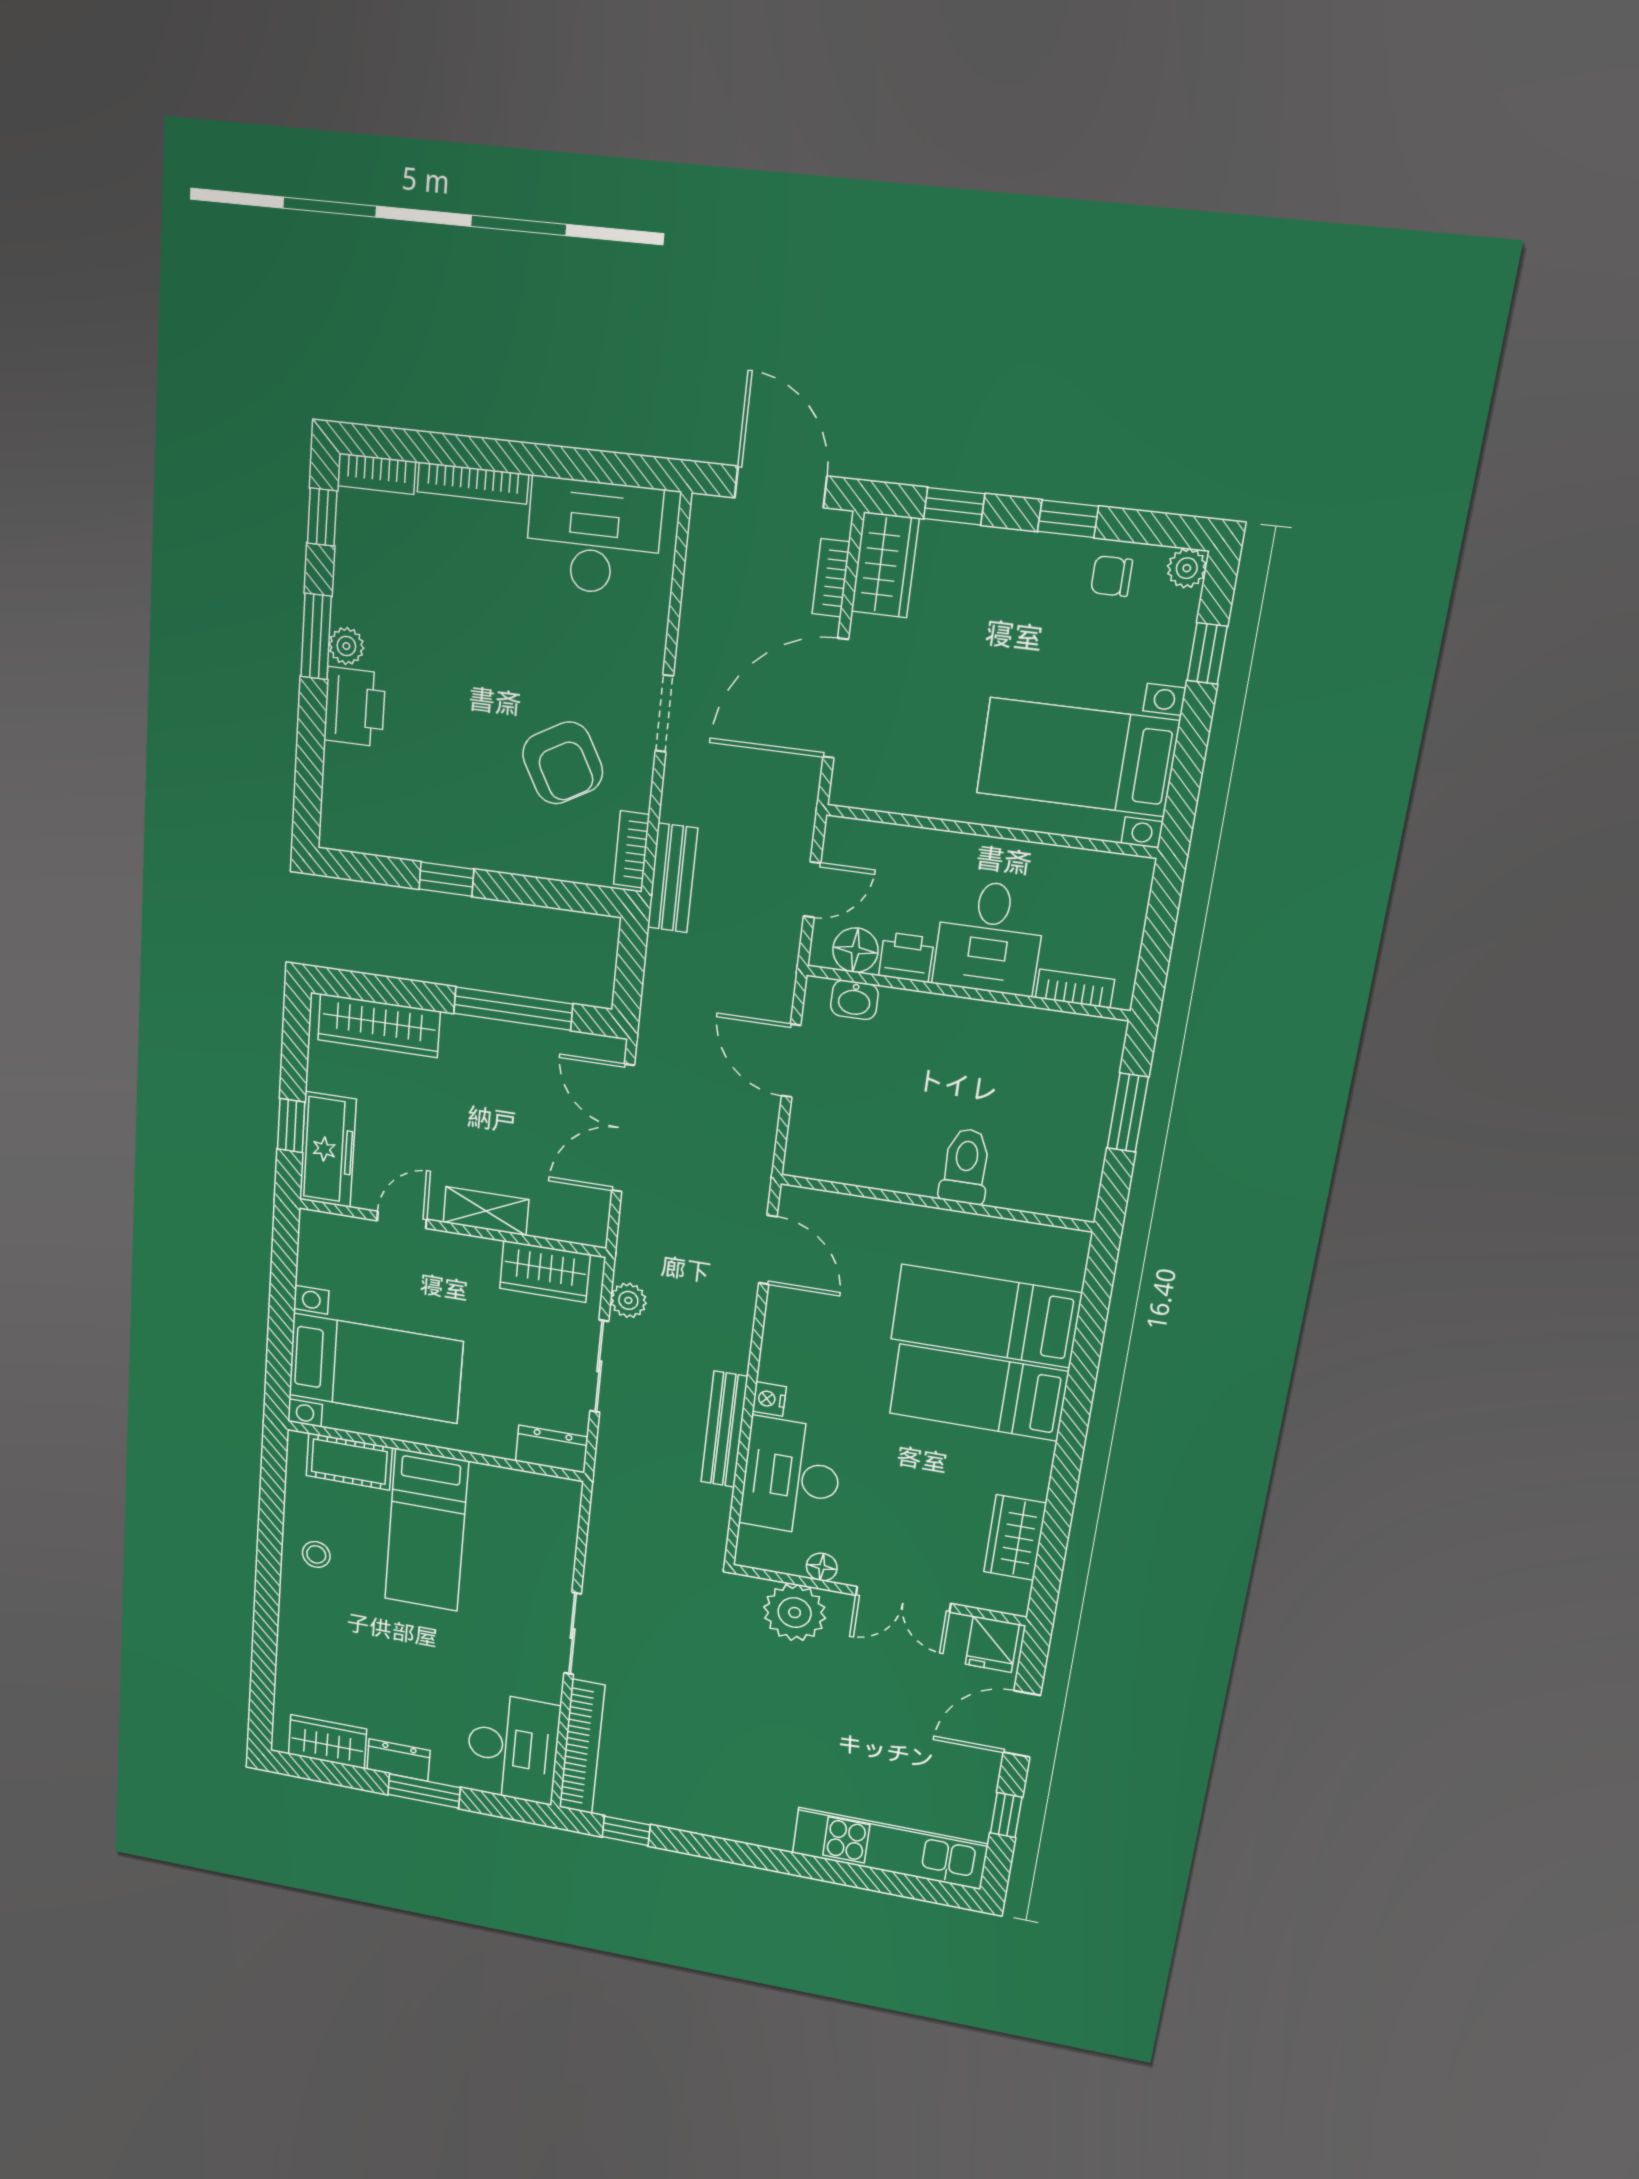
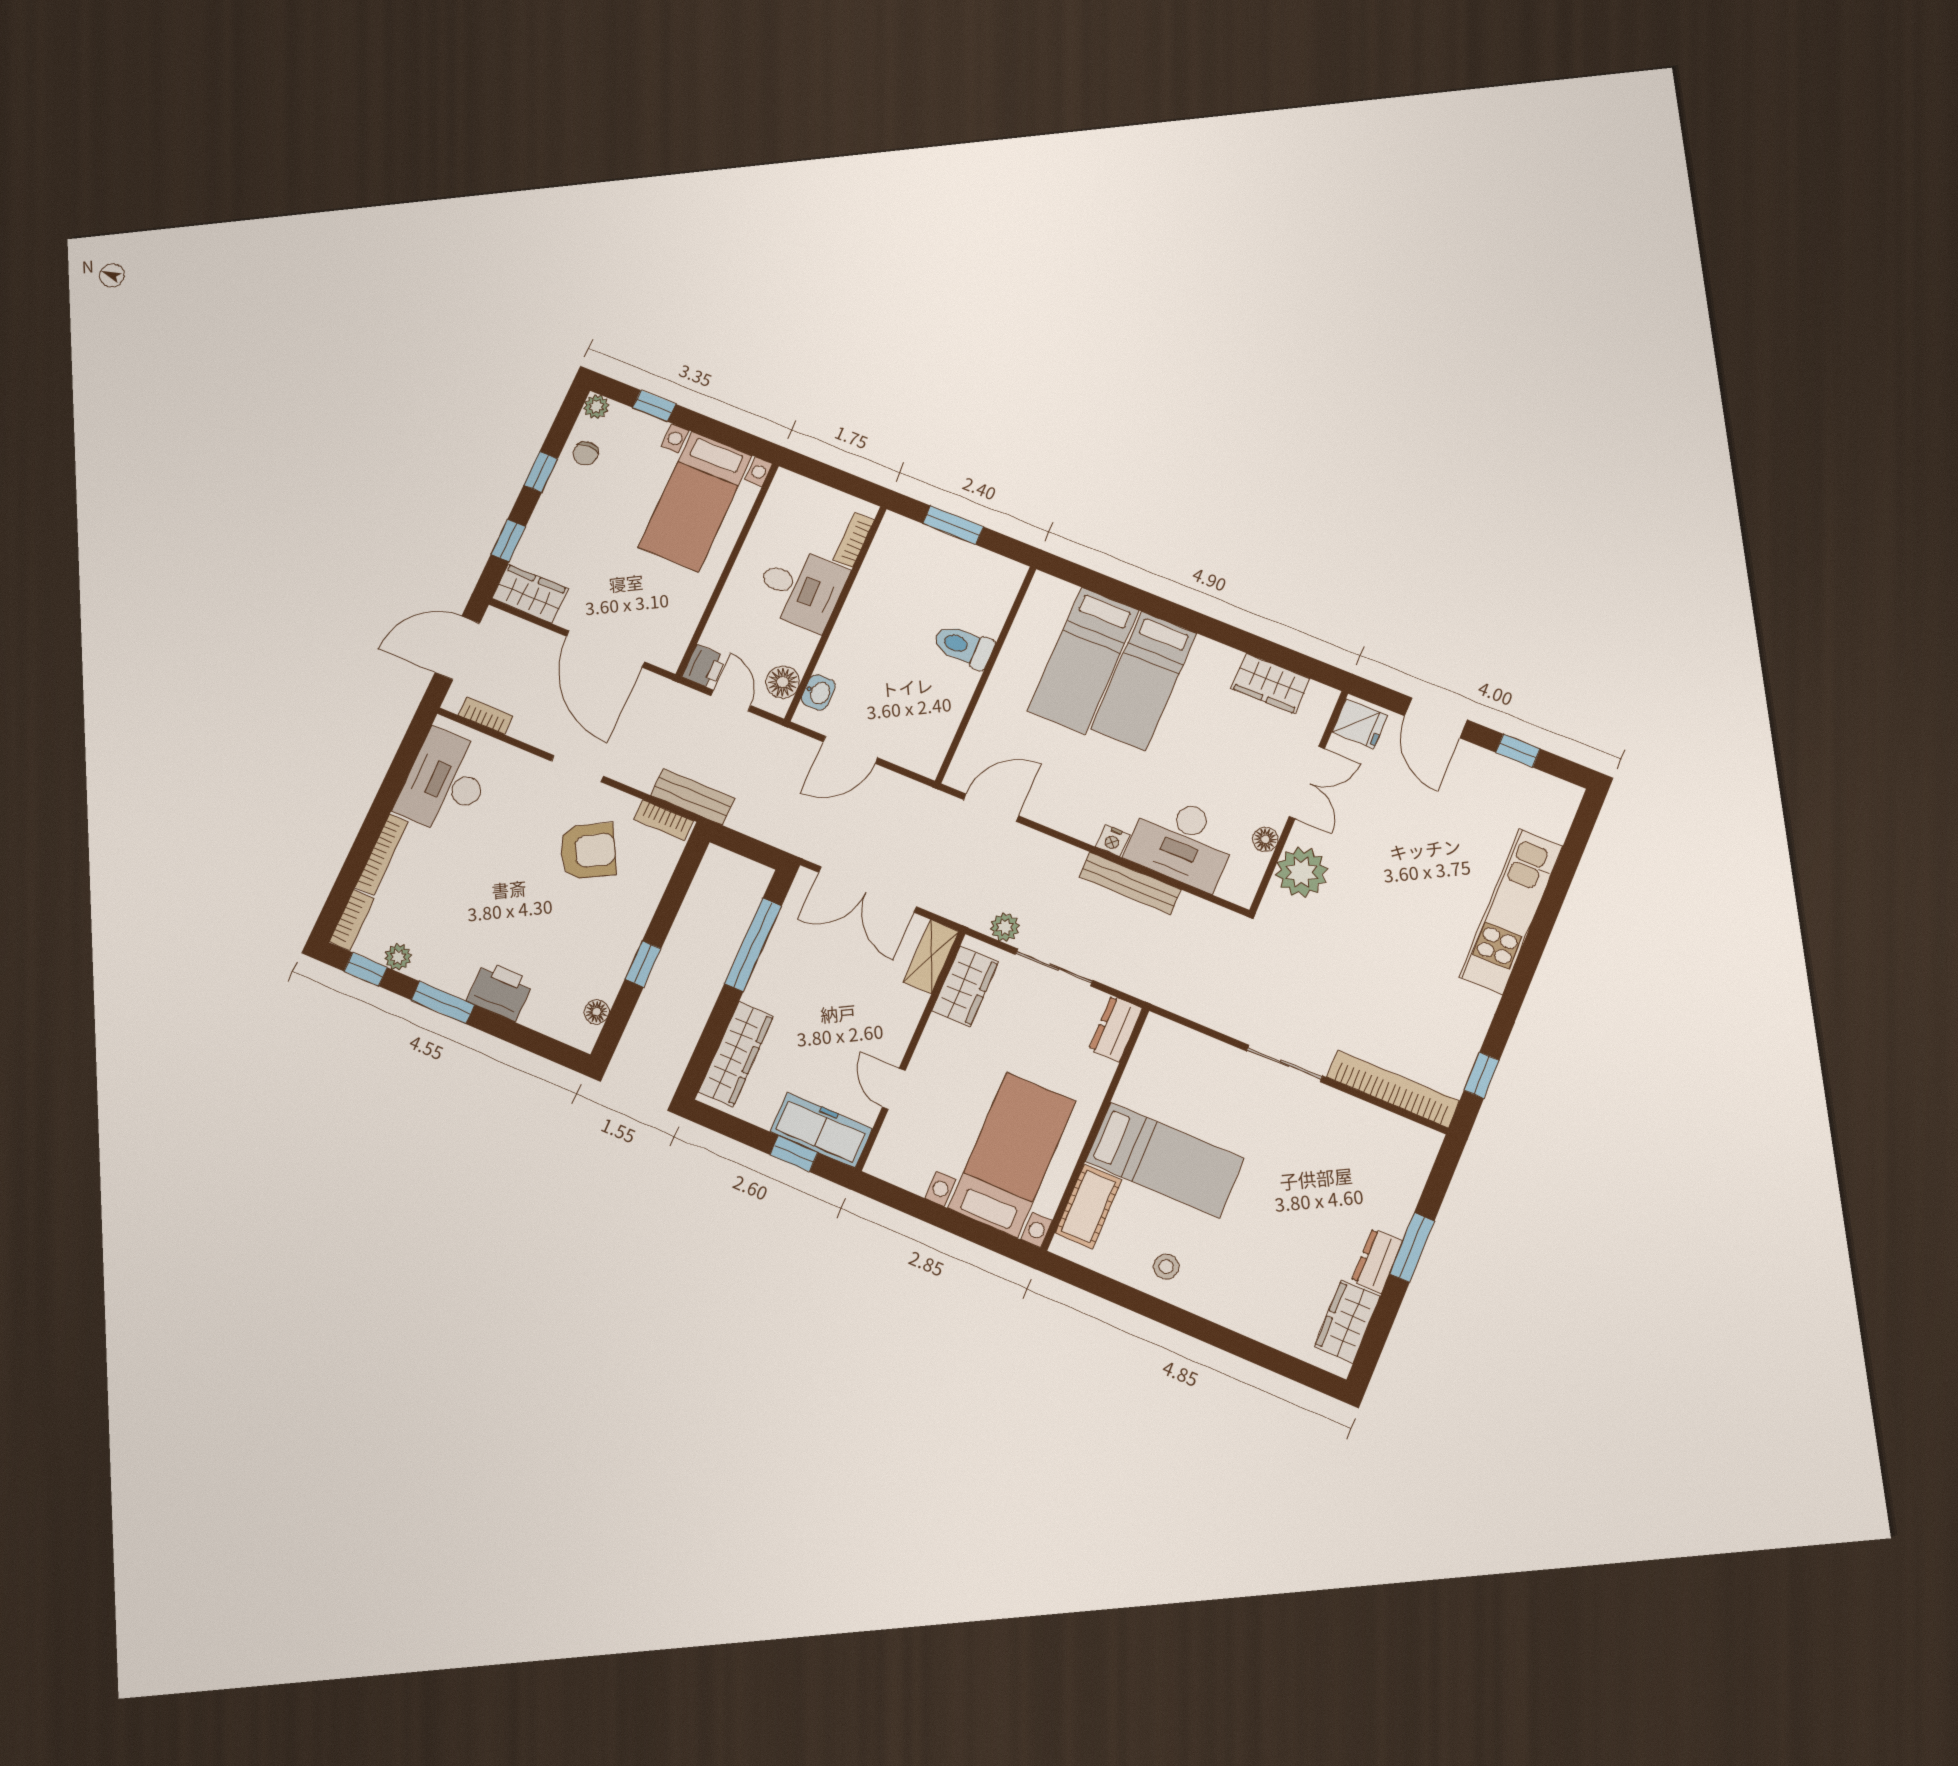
bookcase: (831, 578) -> (486, 716), moved, turned 180
plant: (346, 646) -> (398, 957), moved
floor lamp: (371, 839) -> (597, 1012), added
printer: (906, 957) -> (704, 667), moved, turned 180
shelving: (486, 1211) -> (931, 957), moved
desk: (513, 1748) -> (1383, 1151), removed
kitchen unit: (890, 1848) -> (1511, 911), moved

